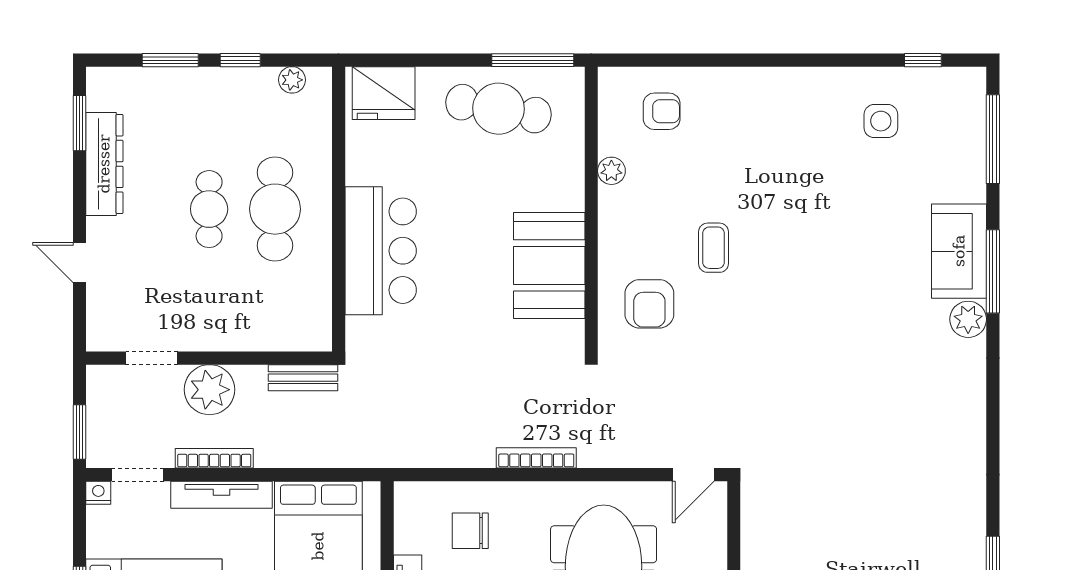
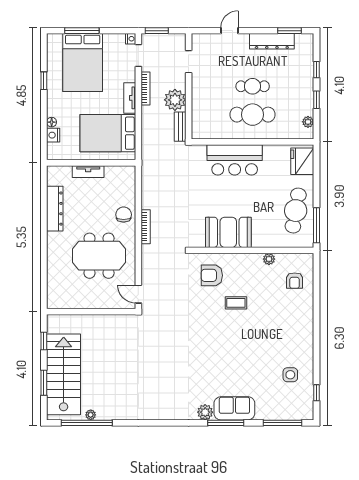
window: (170, 60) -> (316, 70), width x0.67
plant: (209, 390) -> (175, 100), moved
tv unit: (221, 495) -> (130, 98), width x0.71
chair: (470, 531) -> (124, 215), moved

